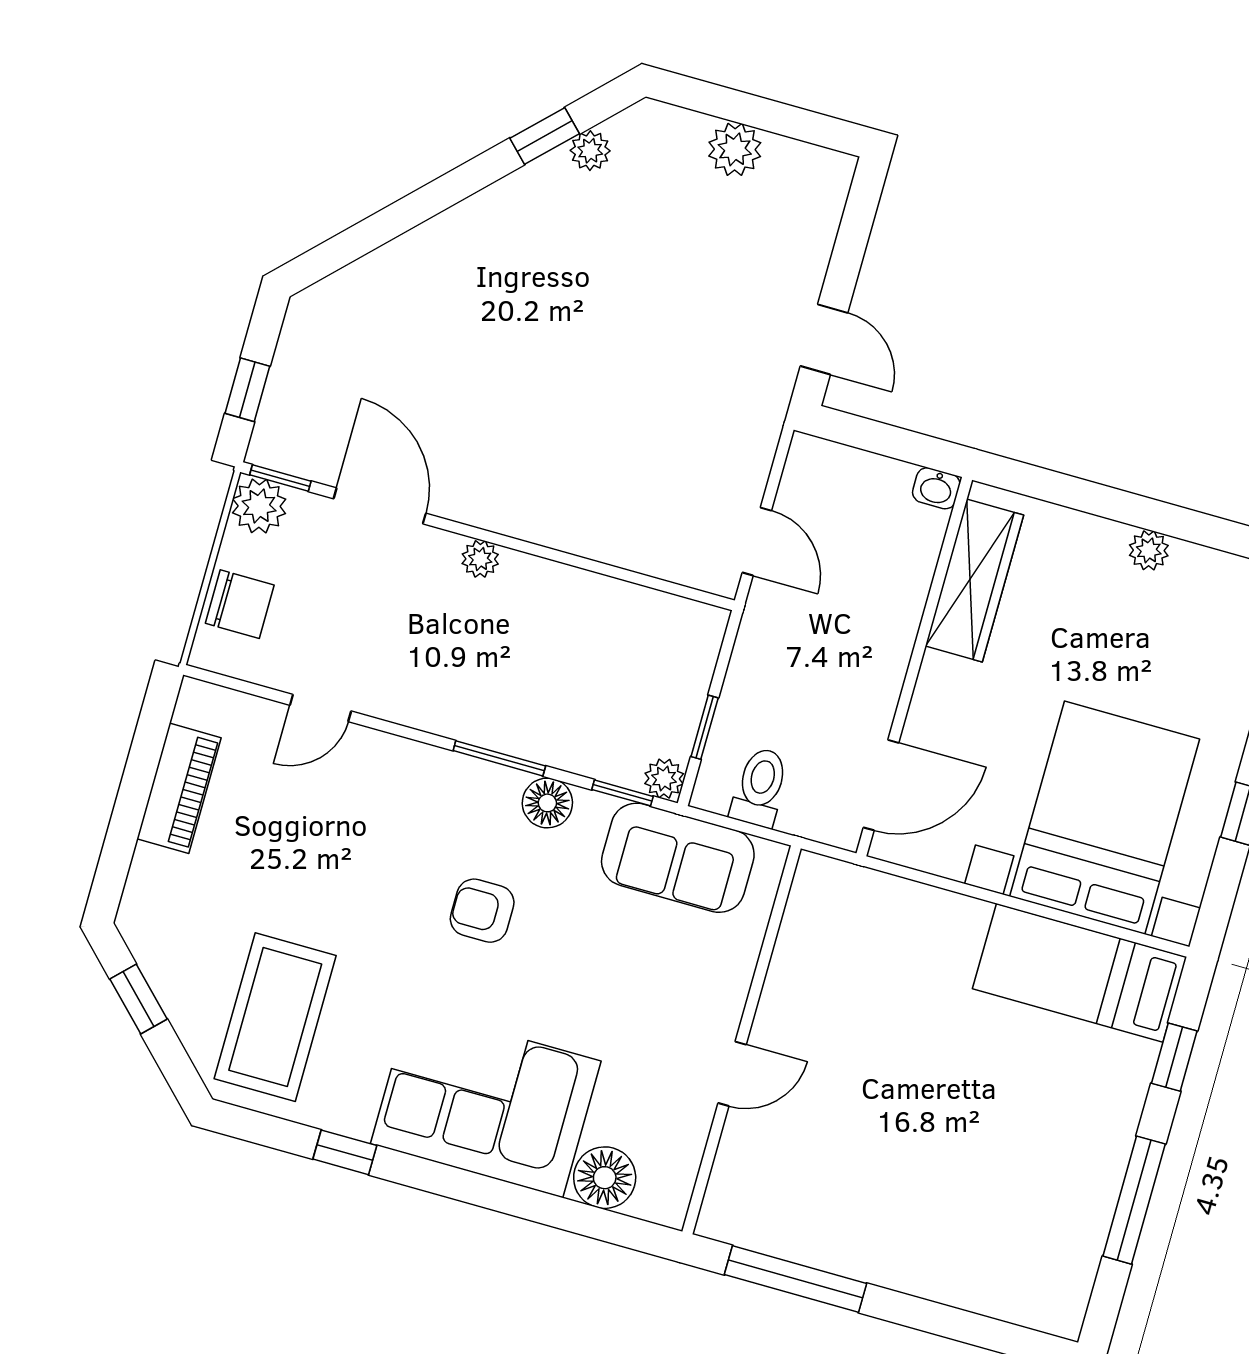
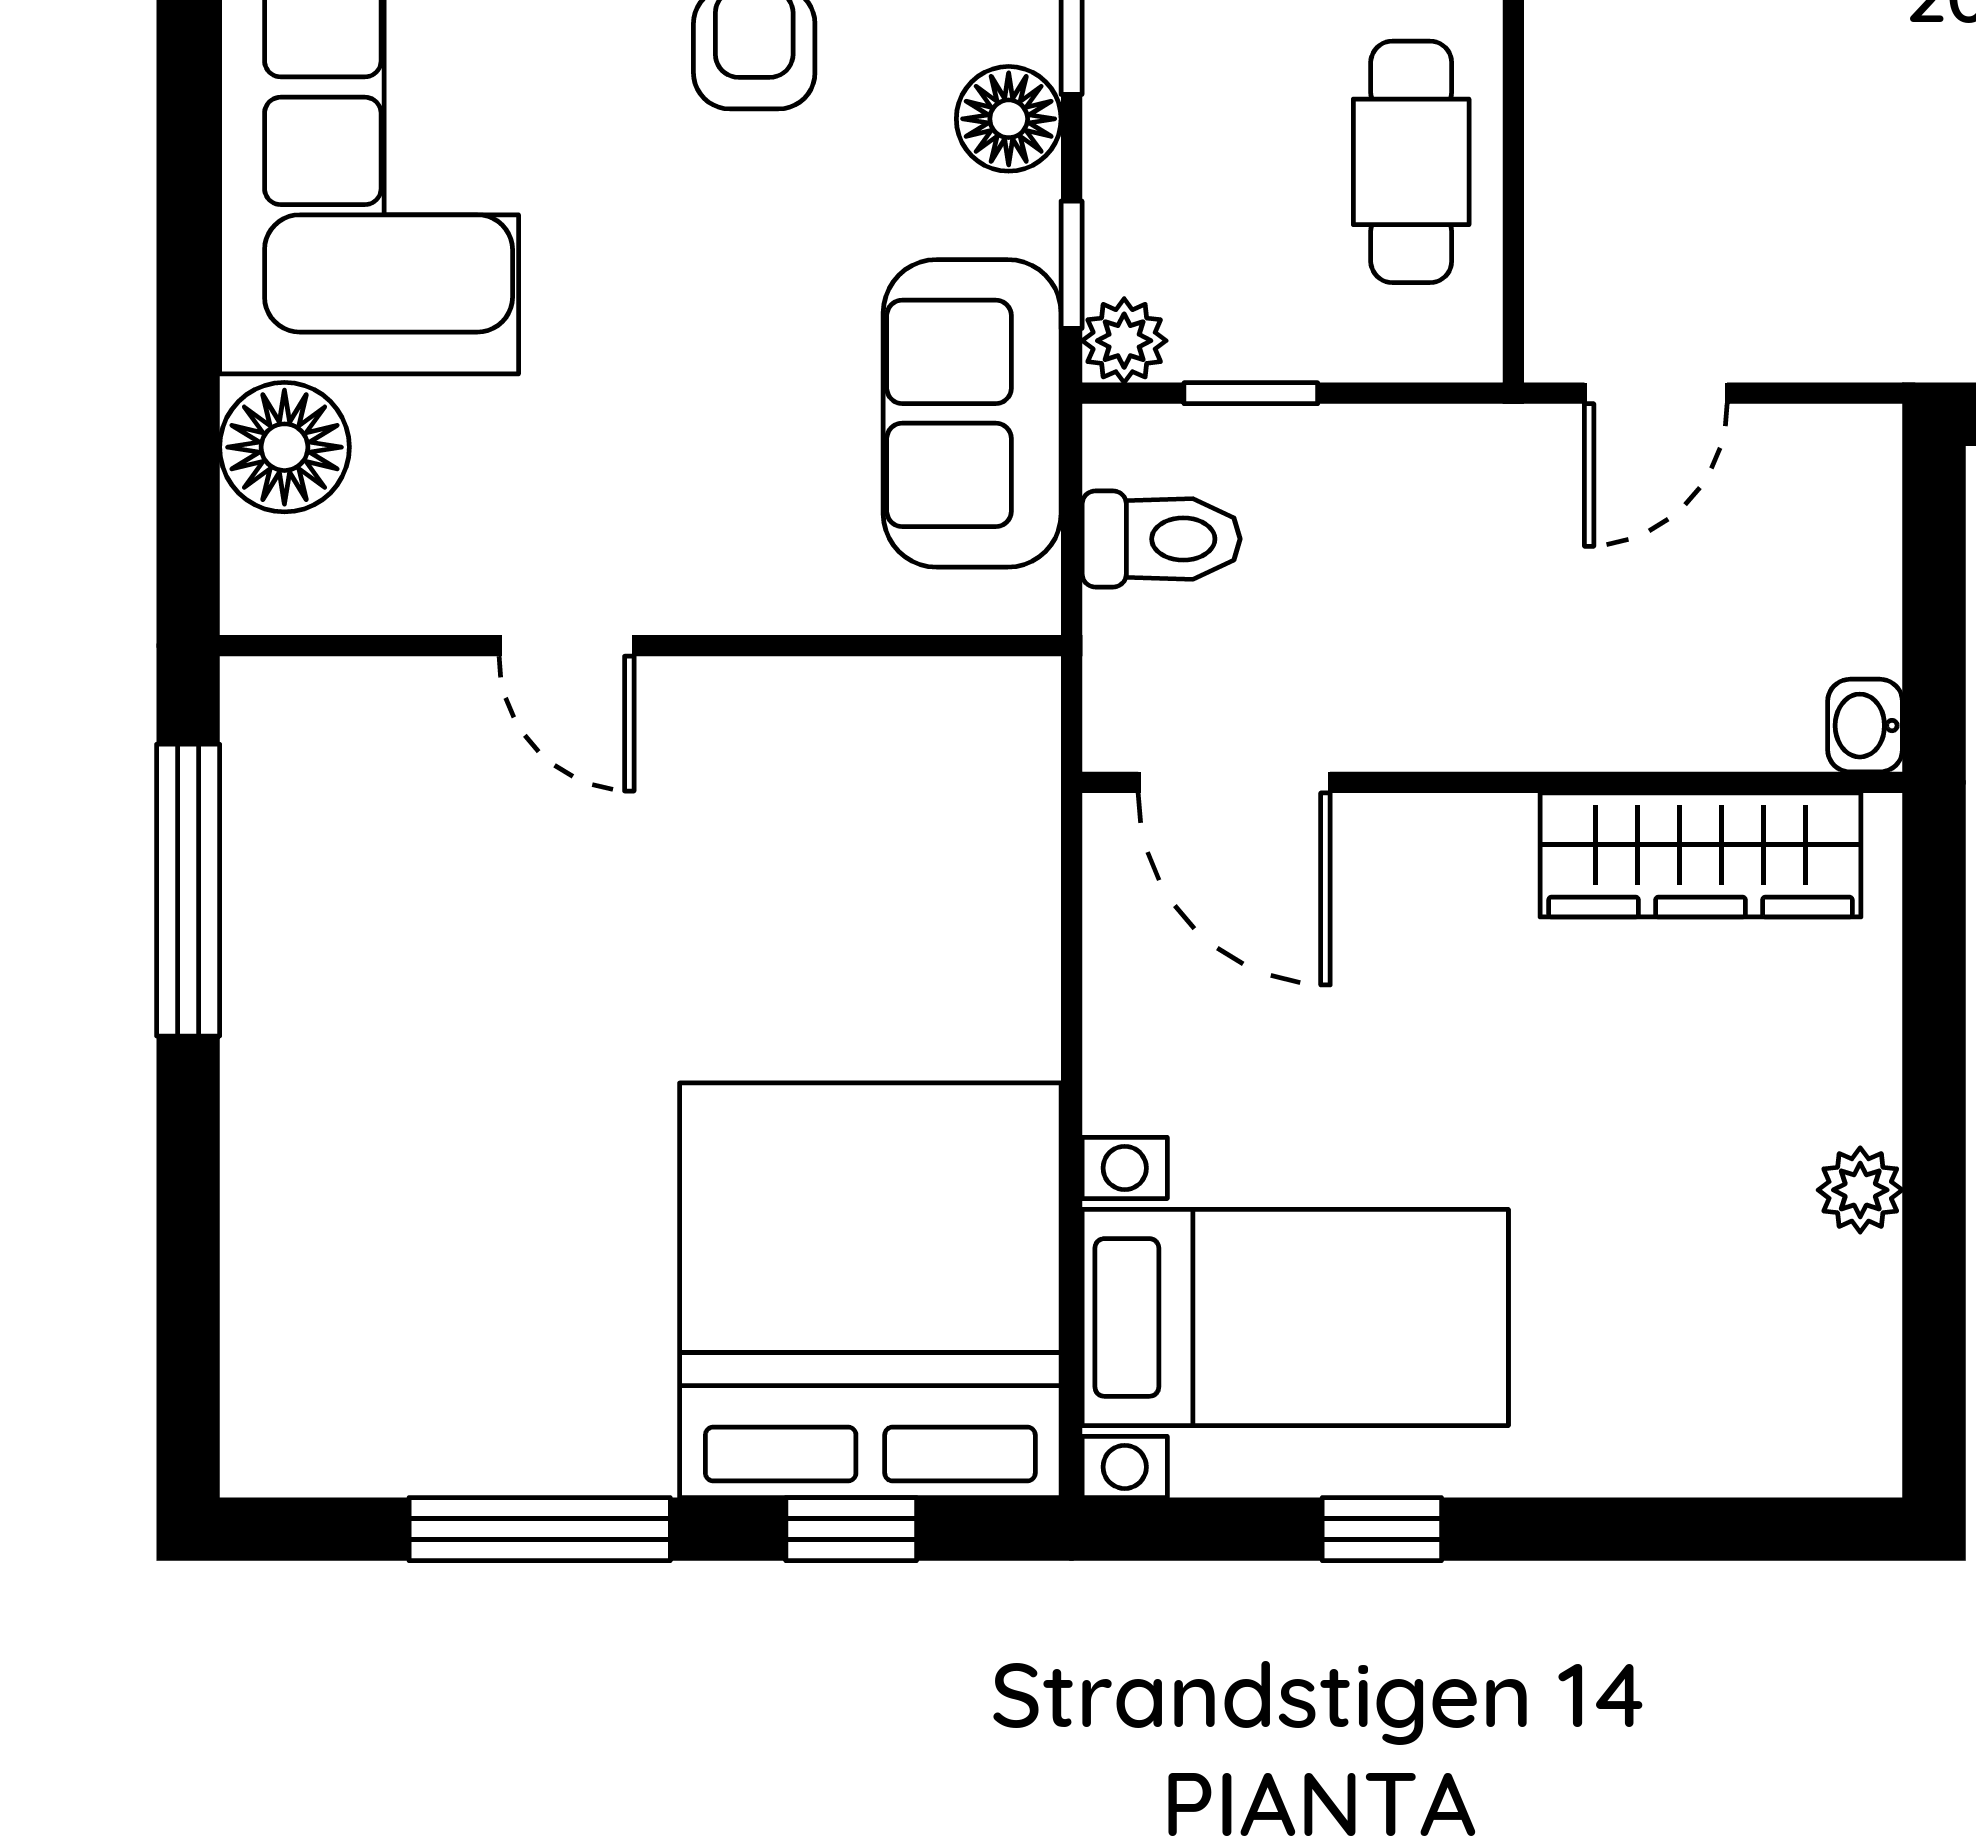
cafe table: (619, 624) -> (1411, 162), added
bed with nightstands: (1105, 818) -> (1295, 1317), width x0.73
bed: (1080, 973) -> (870, 1290), width x2.04

